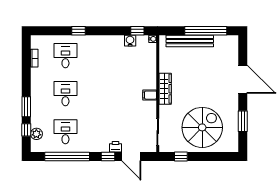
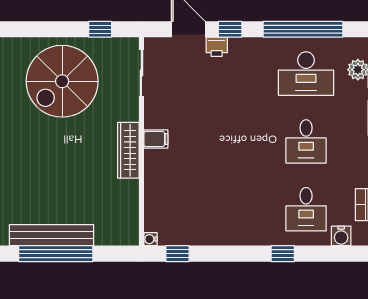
water cooler: (130, 41) -> (341, 236), moved
bench: (190, 41) -> (52, 235), moved
desk: (65, 132) -> (306, 74), width x1.37

